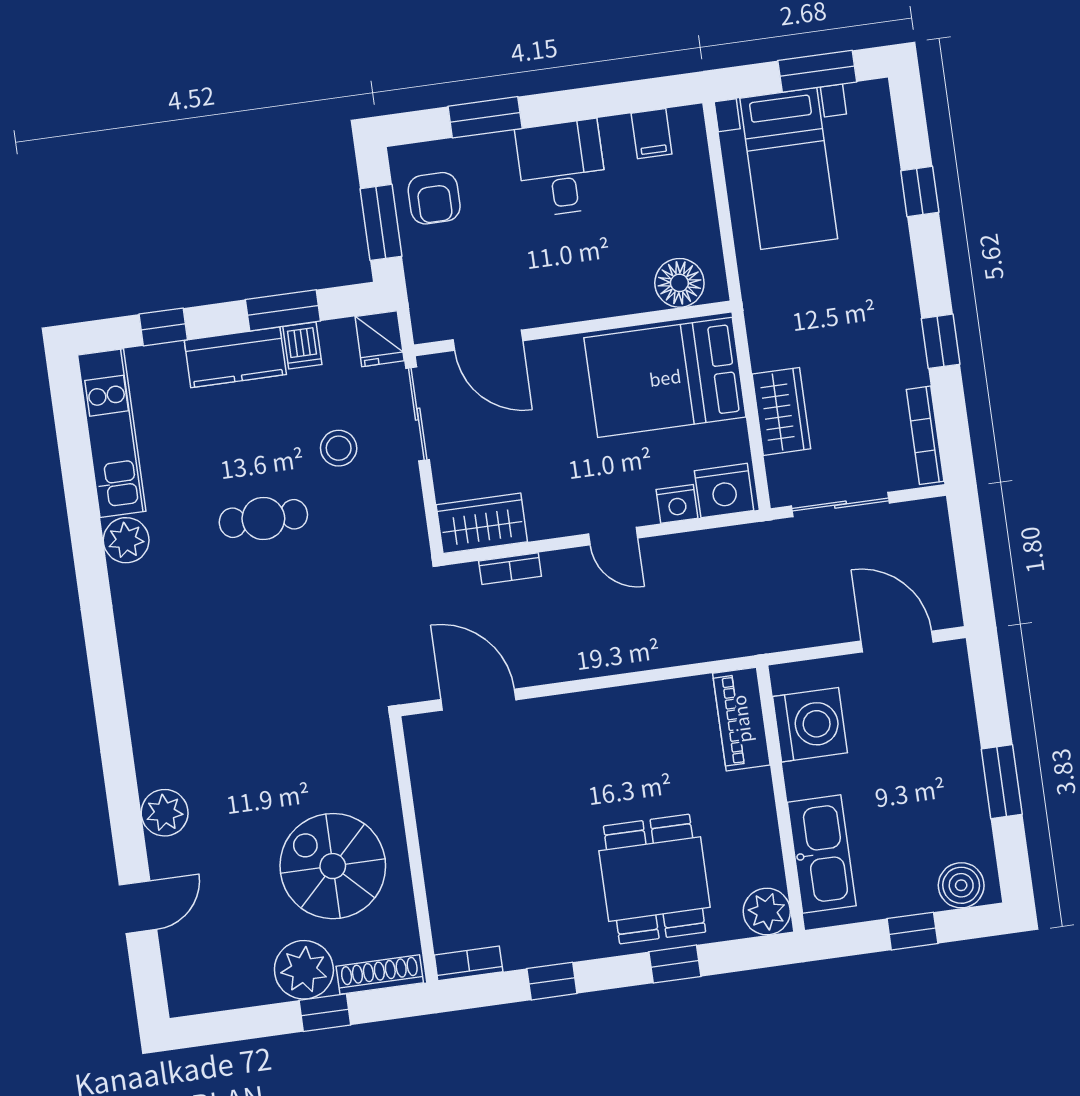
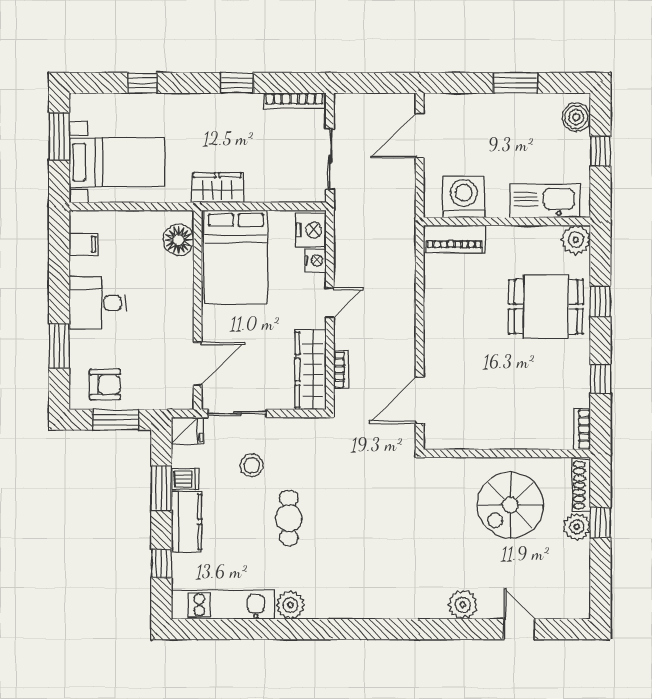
wardrobe: (781, 411) -> (217, 188), moved
wardrobe: (482, 523) -> (311, 370), width x1.50
plant: (304, 970) -> (577, 527), width x0.73, depth x0.73

